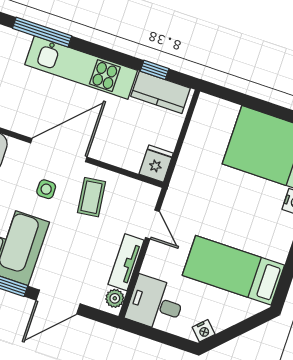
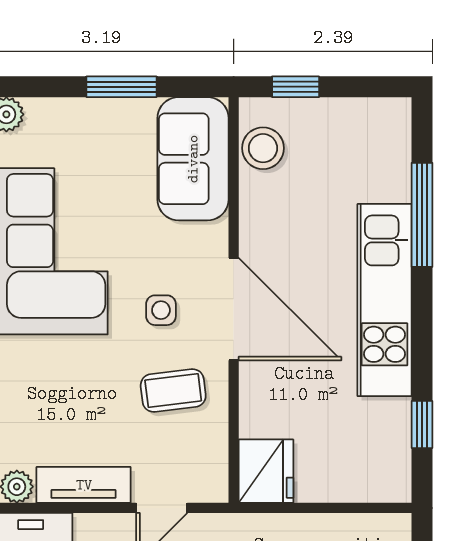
kitchen counter: (161, 92) -> (388, 447), removed
fridge: (156, 164) -> (266, 471), width x1.38

